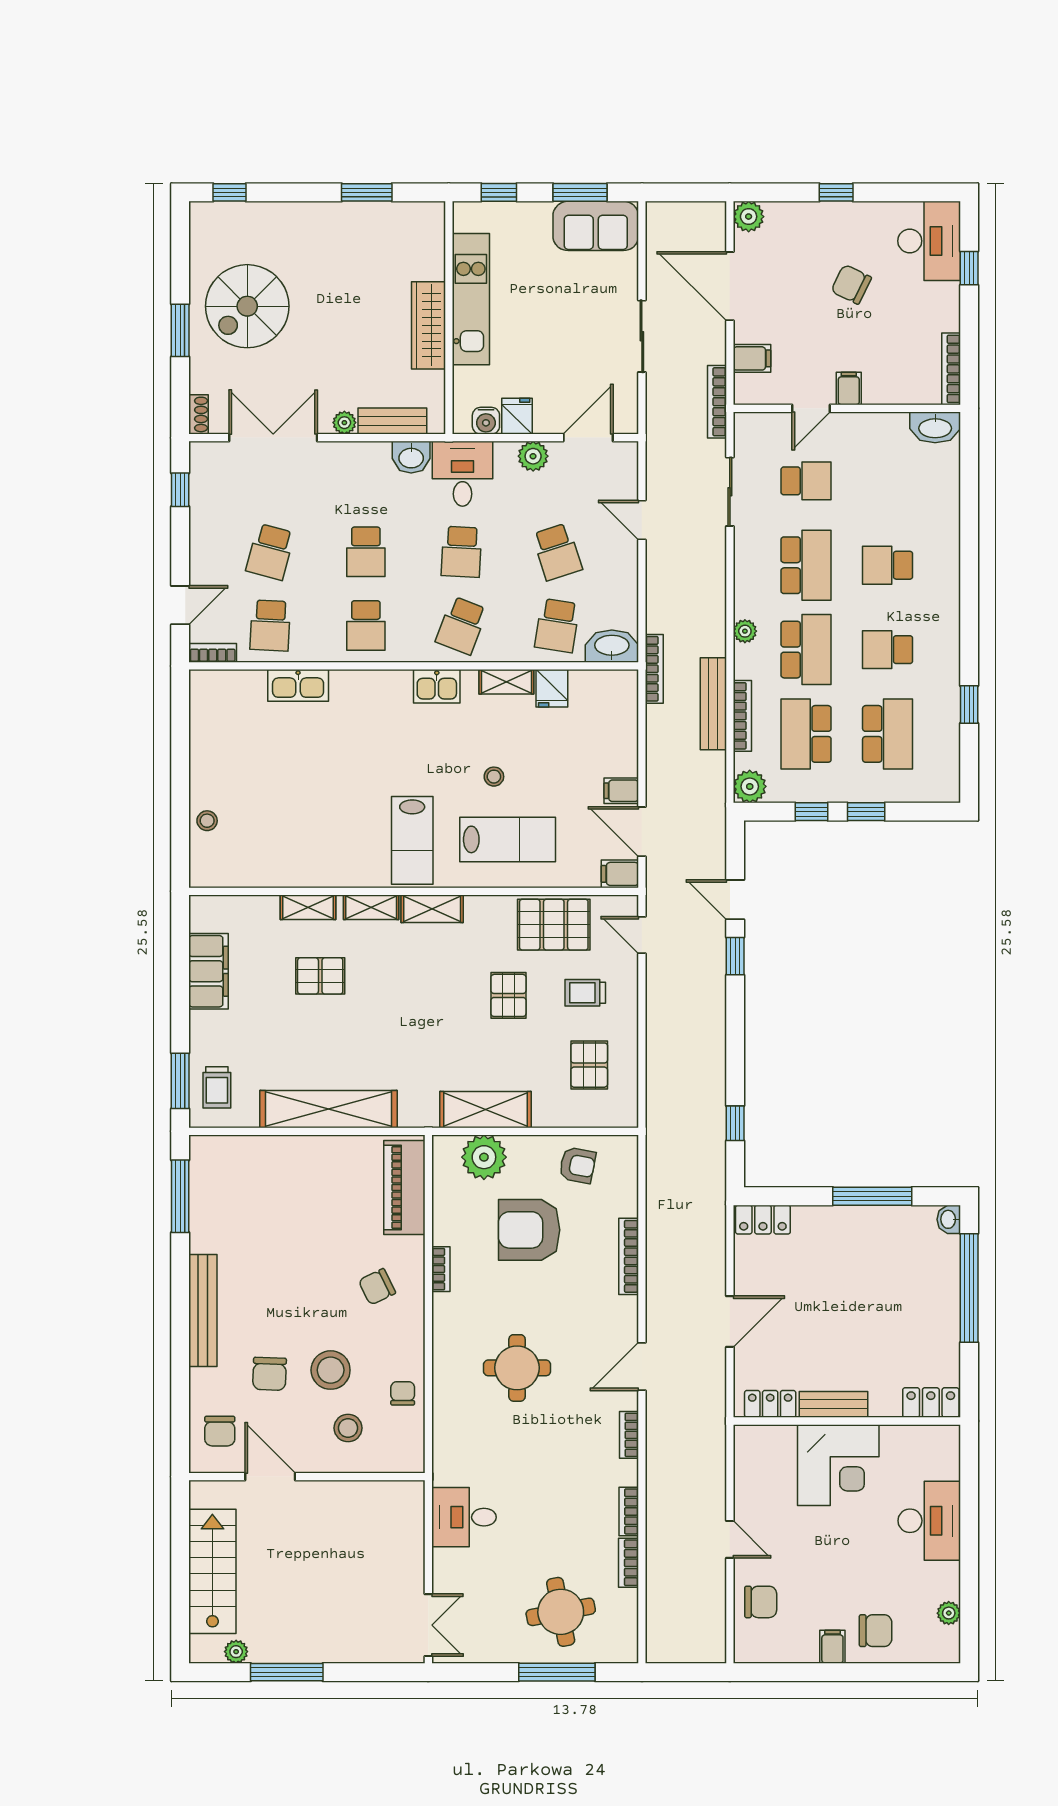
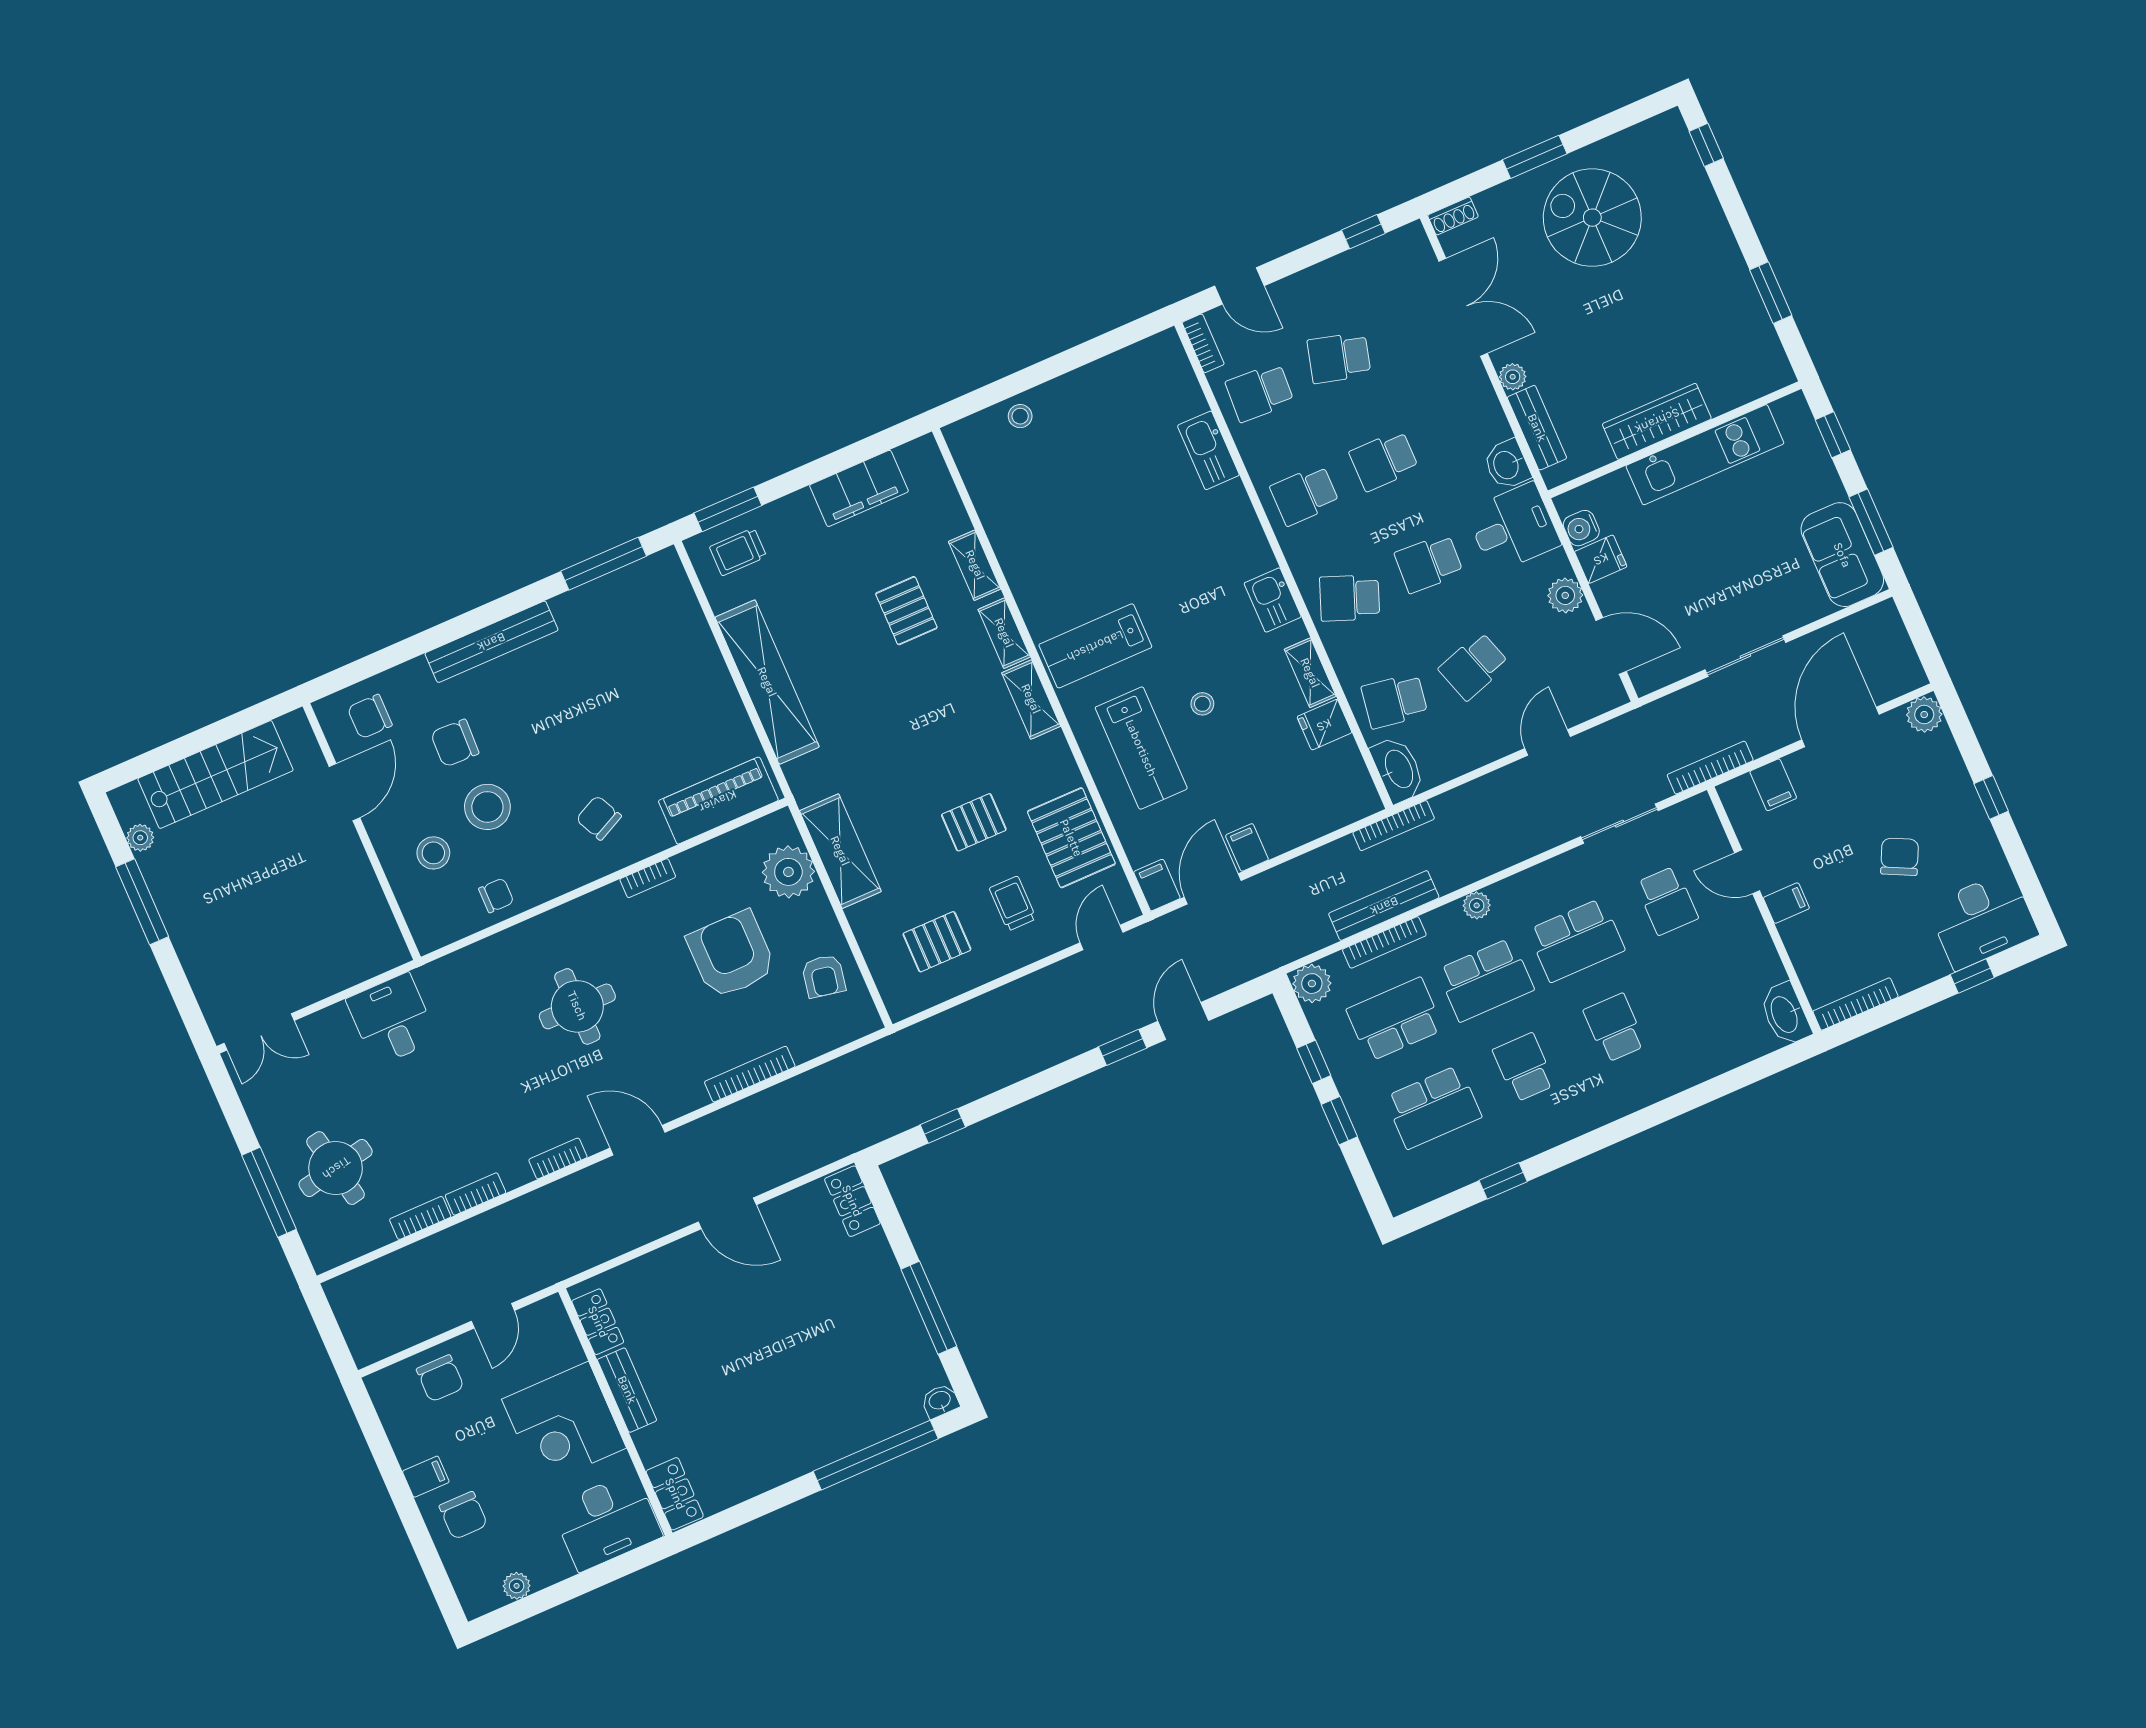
locker: (931, 1403) -> (675, 1494), moved
locker: (770, 1404) -> (598, 1322), moved
bench: (834, 1404) -> (627, 1390), moved
wall: (847, 1421) -> (615, 1412), moved
corner desk: (838, 1465) -> (564, 1424), moved

